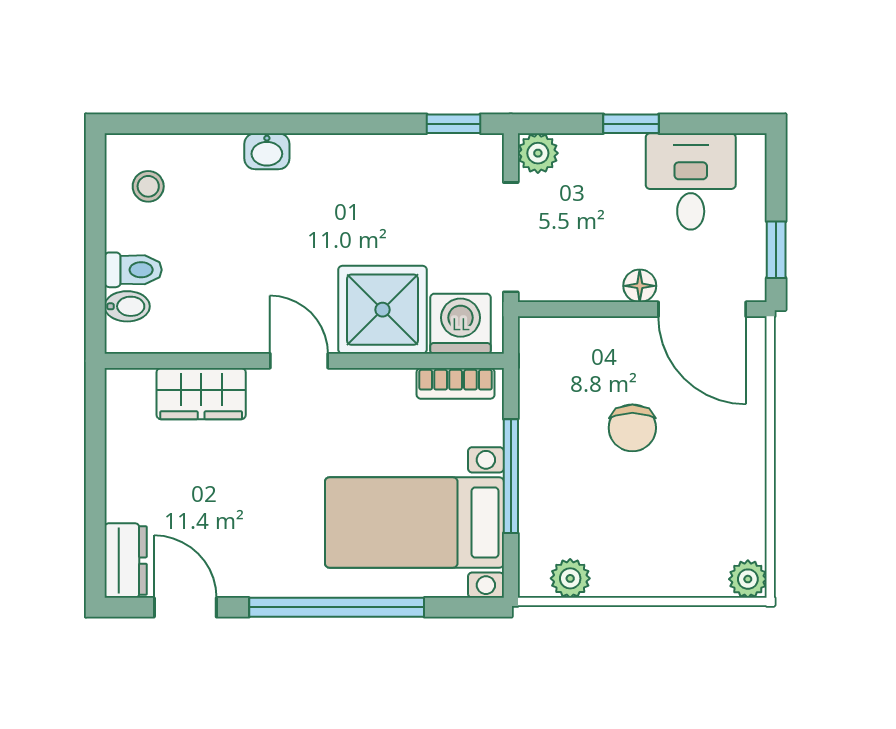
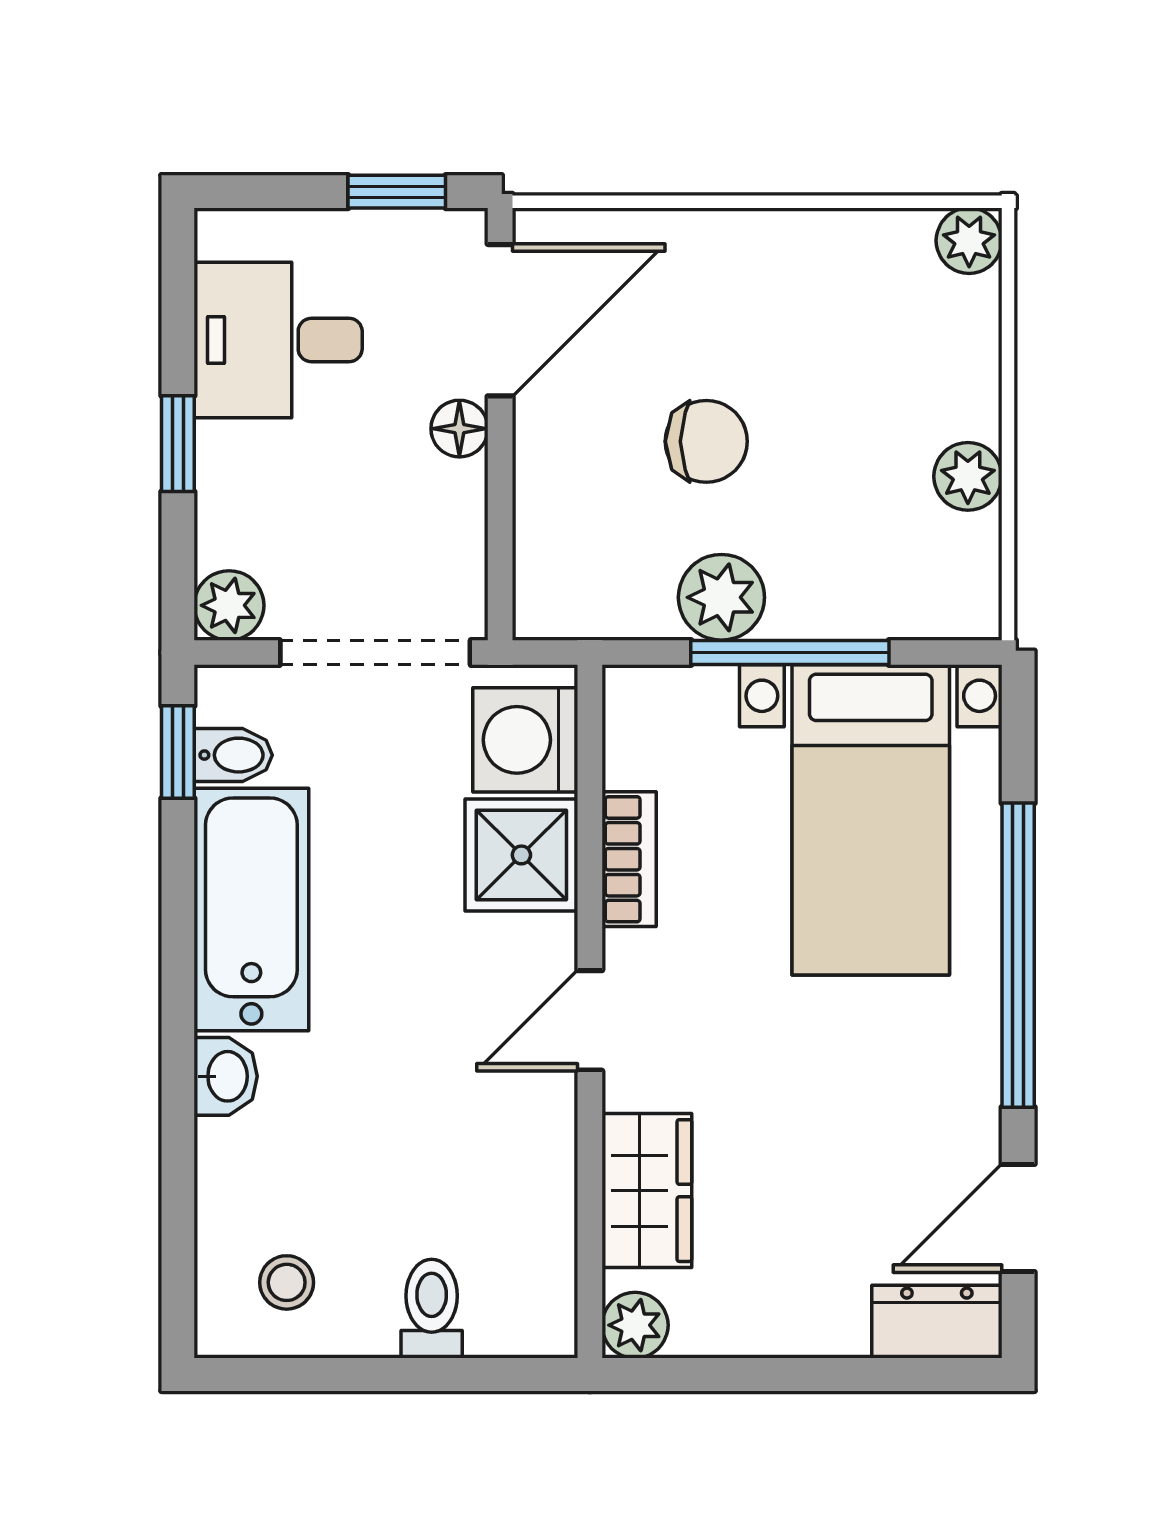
bathtub: (363, 166) -> (251, 909), added
bidet: (127, 306) -> (233, 755), moved, turned 90
shower: (383, 310) -> (521, 855), width x0.73, depth x0.73
bookcase: (456, 383) -> (629, 859), moved
plant: (124, 387) -> (635, 1325), added
plant: (543, 437) -> (721, 597), added
plant: (570, 578) -> (968, 476), moved

